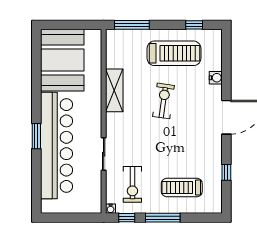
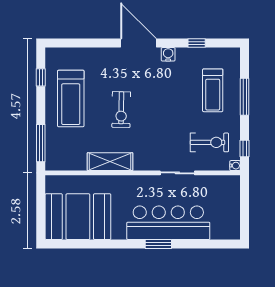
treadmill: (174, 53) -> (71, 98), turned 180
water cooler: (216, 78) -> (168, 54), moved
exercise bike: (164, 101) -> (121, 110), turned -97
bar counter: (56, 145) -> (168, 223), width x0.73
window: (163, 218) -> (245, 97), moved

